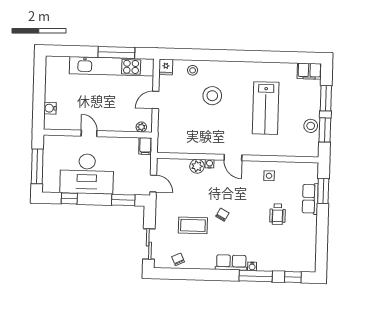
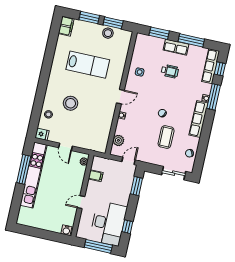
water cooler: (50, 108) -> (66, 230), moved
filing cabinet: (145, 146) -> (96, 176), moved
plant: (197, 166) -> (118, 140), moved
desk: (87, 174) -> (108, 223), moved
row of seats: (310, 199) -> (176, 47), moved
window: (322, 234) -> (191, 40), added
row of seats: (231, 263) -> (199, 119), width x1.48
row of seats: (294, 265) -> (211, 66), added

